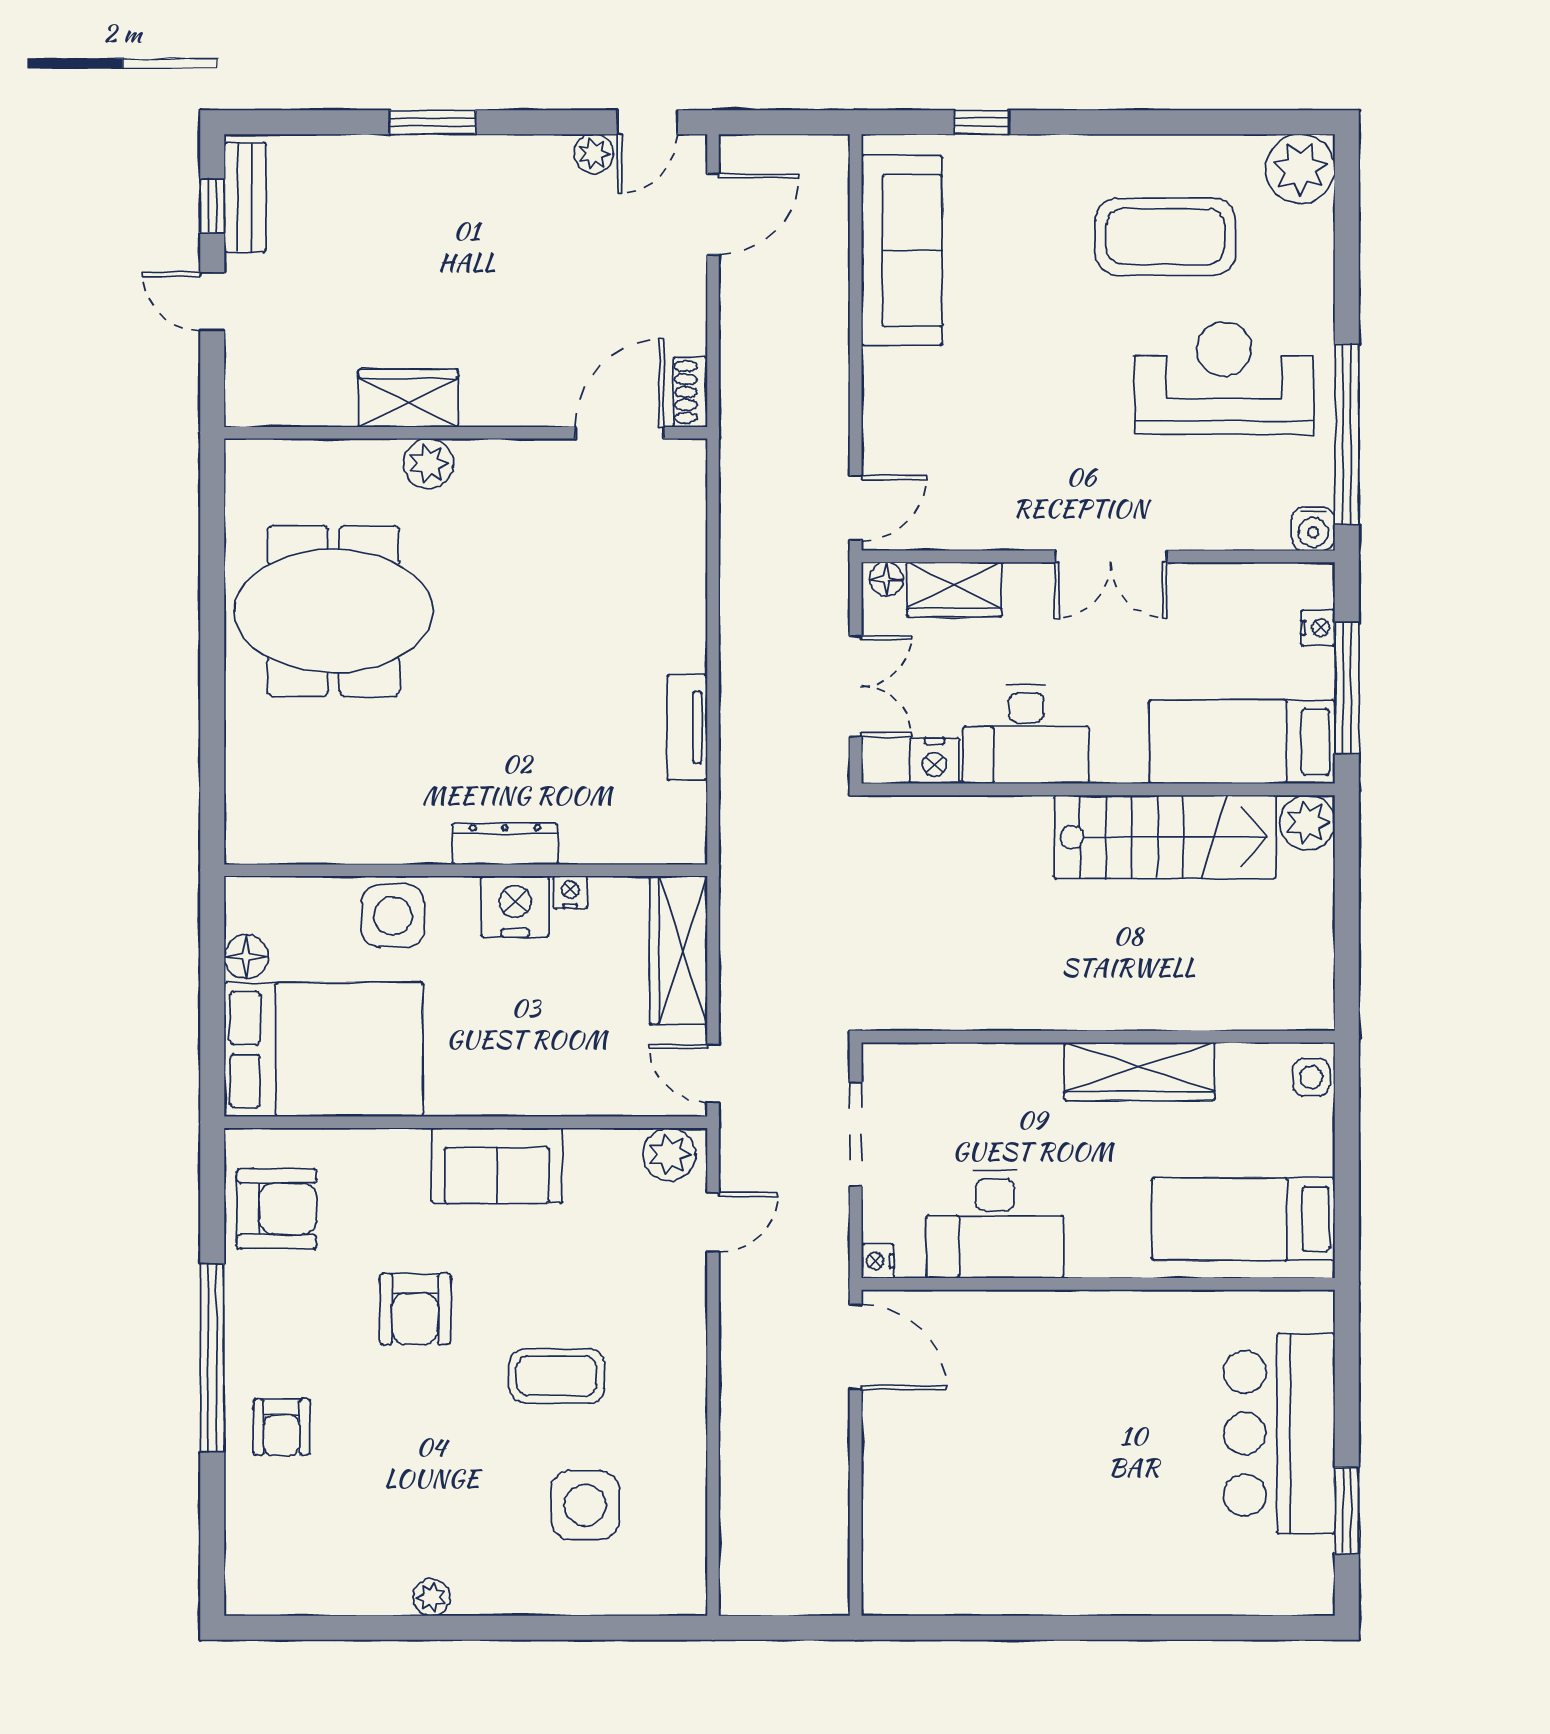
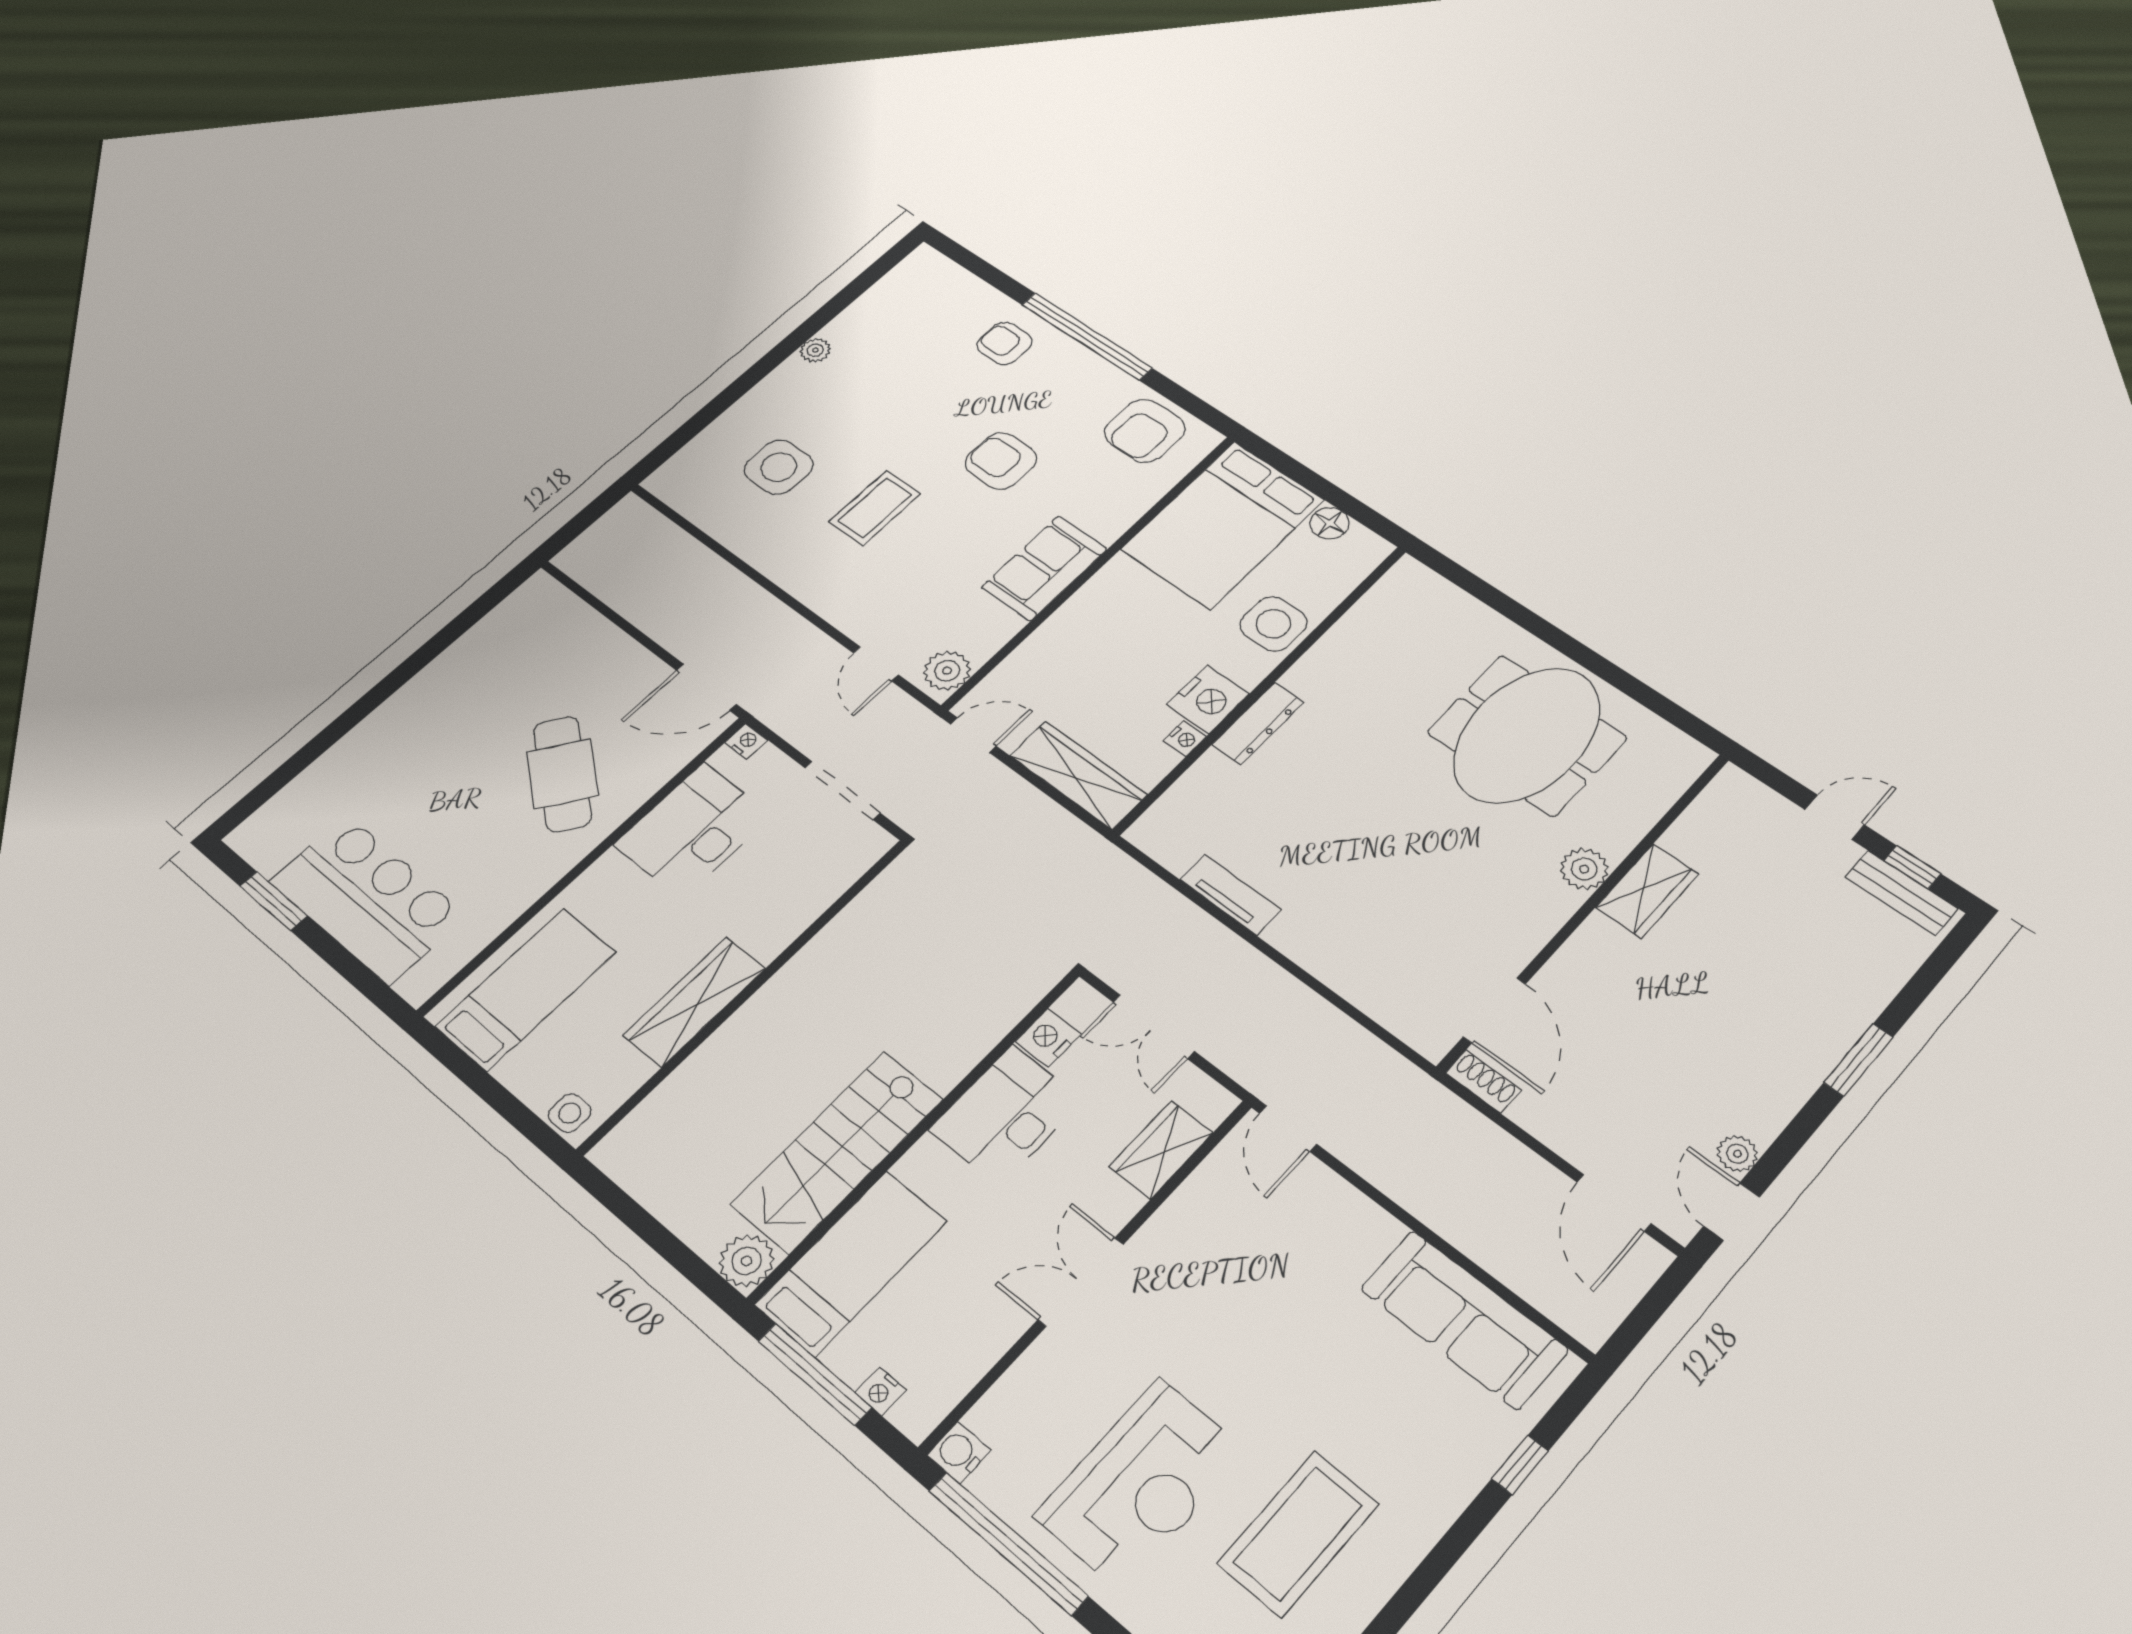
floor lamp: (886, 579) -> (1214, 1109), removed
cafe table: (1037, 1388) -> (563, 774), added

